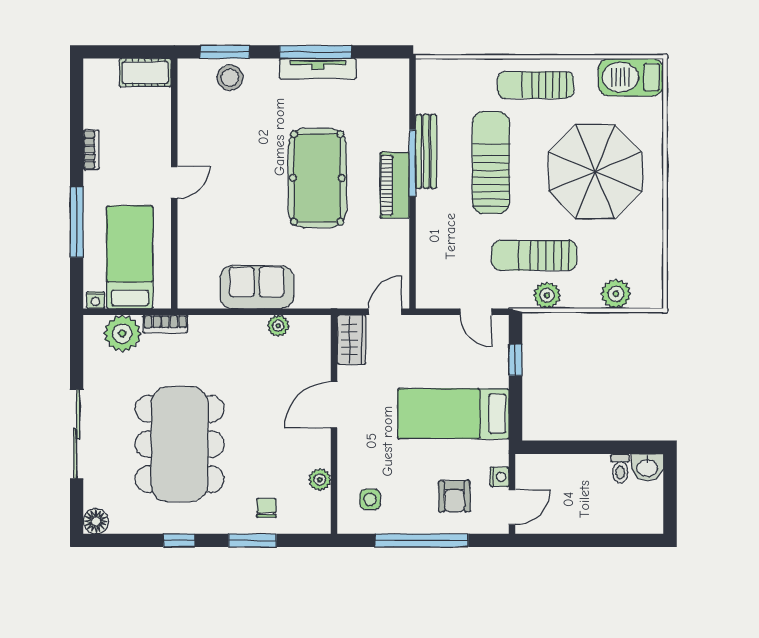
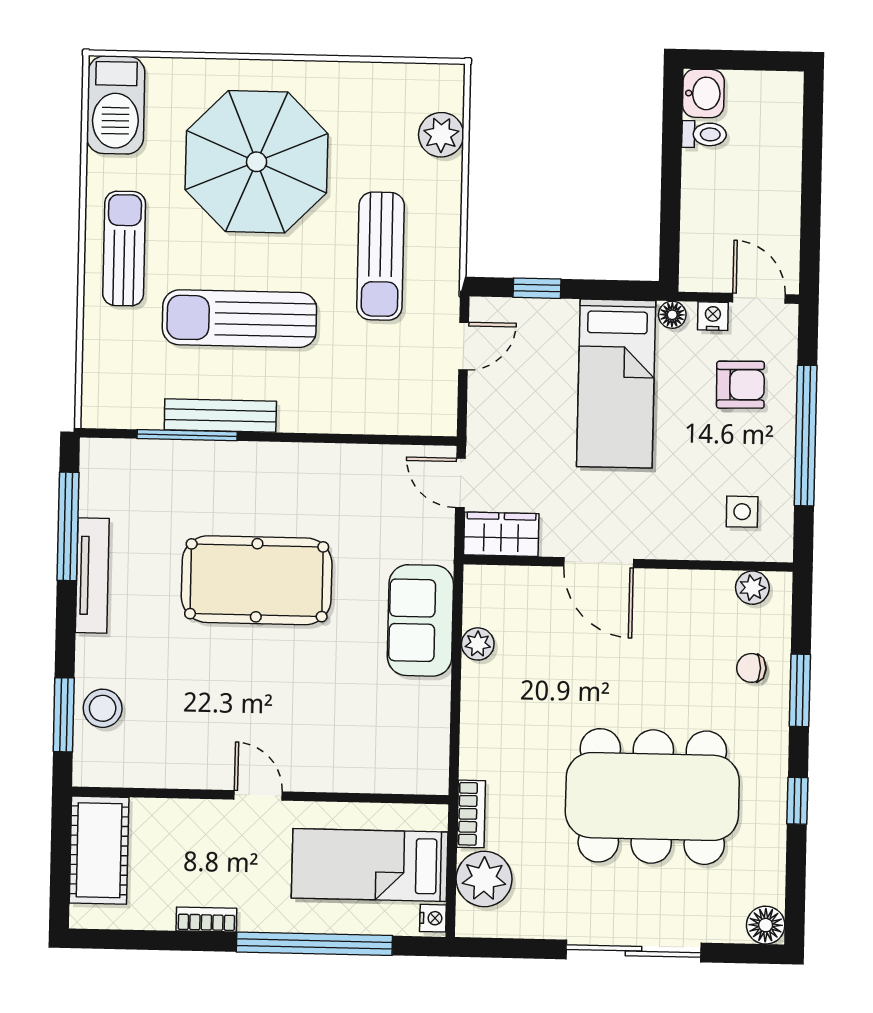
window: (315, 52) -> (68, 526), moved
cot: (145, 73) -> (99, 850), width x1.37, depth x1.34
sun lounger: (536, 85) -> (124, 248), turned 180
window: (413, 163) -> (187, 435), moved
piano: (395, 185) -> (270, 464), removed
window: (77, 222) -> (314, 944), width x1.46
sofa: (257, 287) -> (420, 620), moved
plant: (547, 295) -> (441, 239), removed
floor lamp: (500, 450) -> (672, 315), added
plant: (320, 480) -> (752, 588), moved

